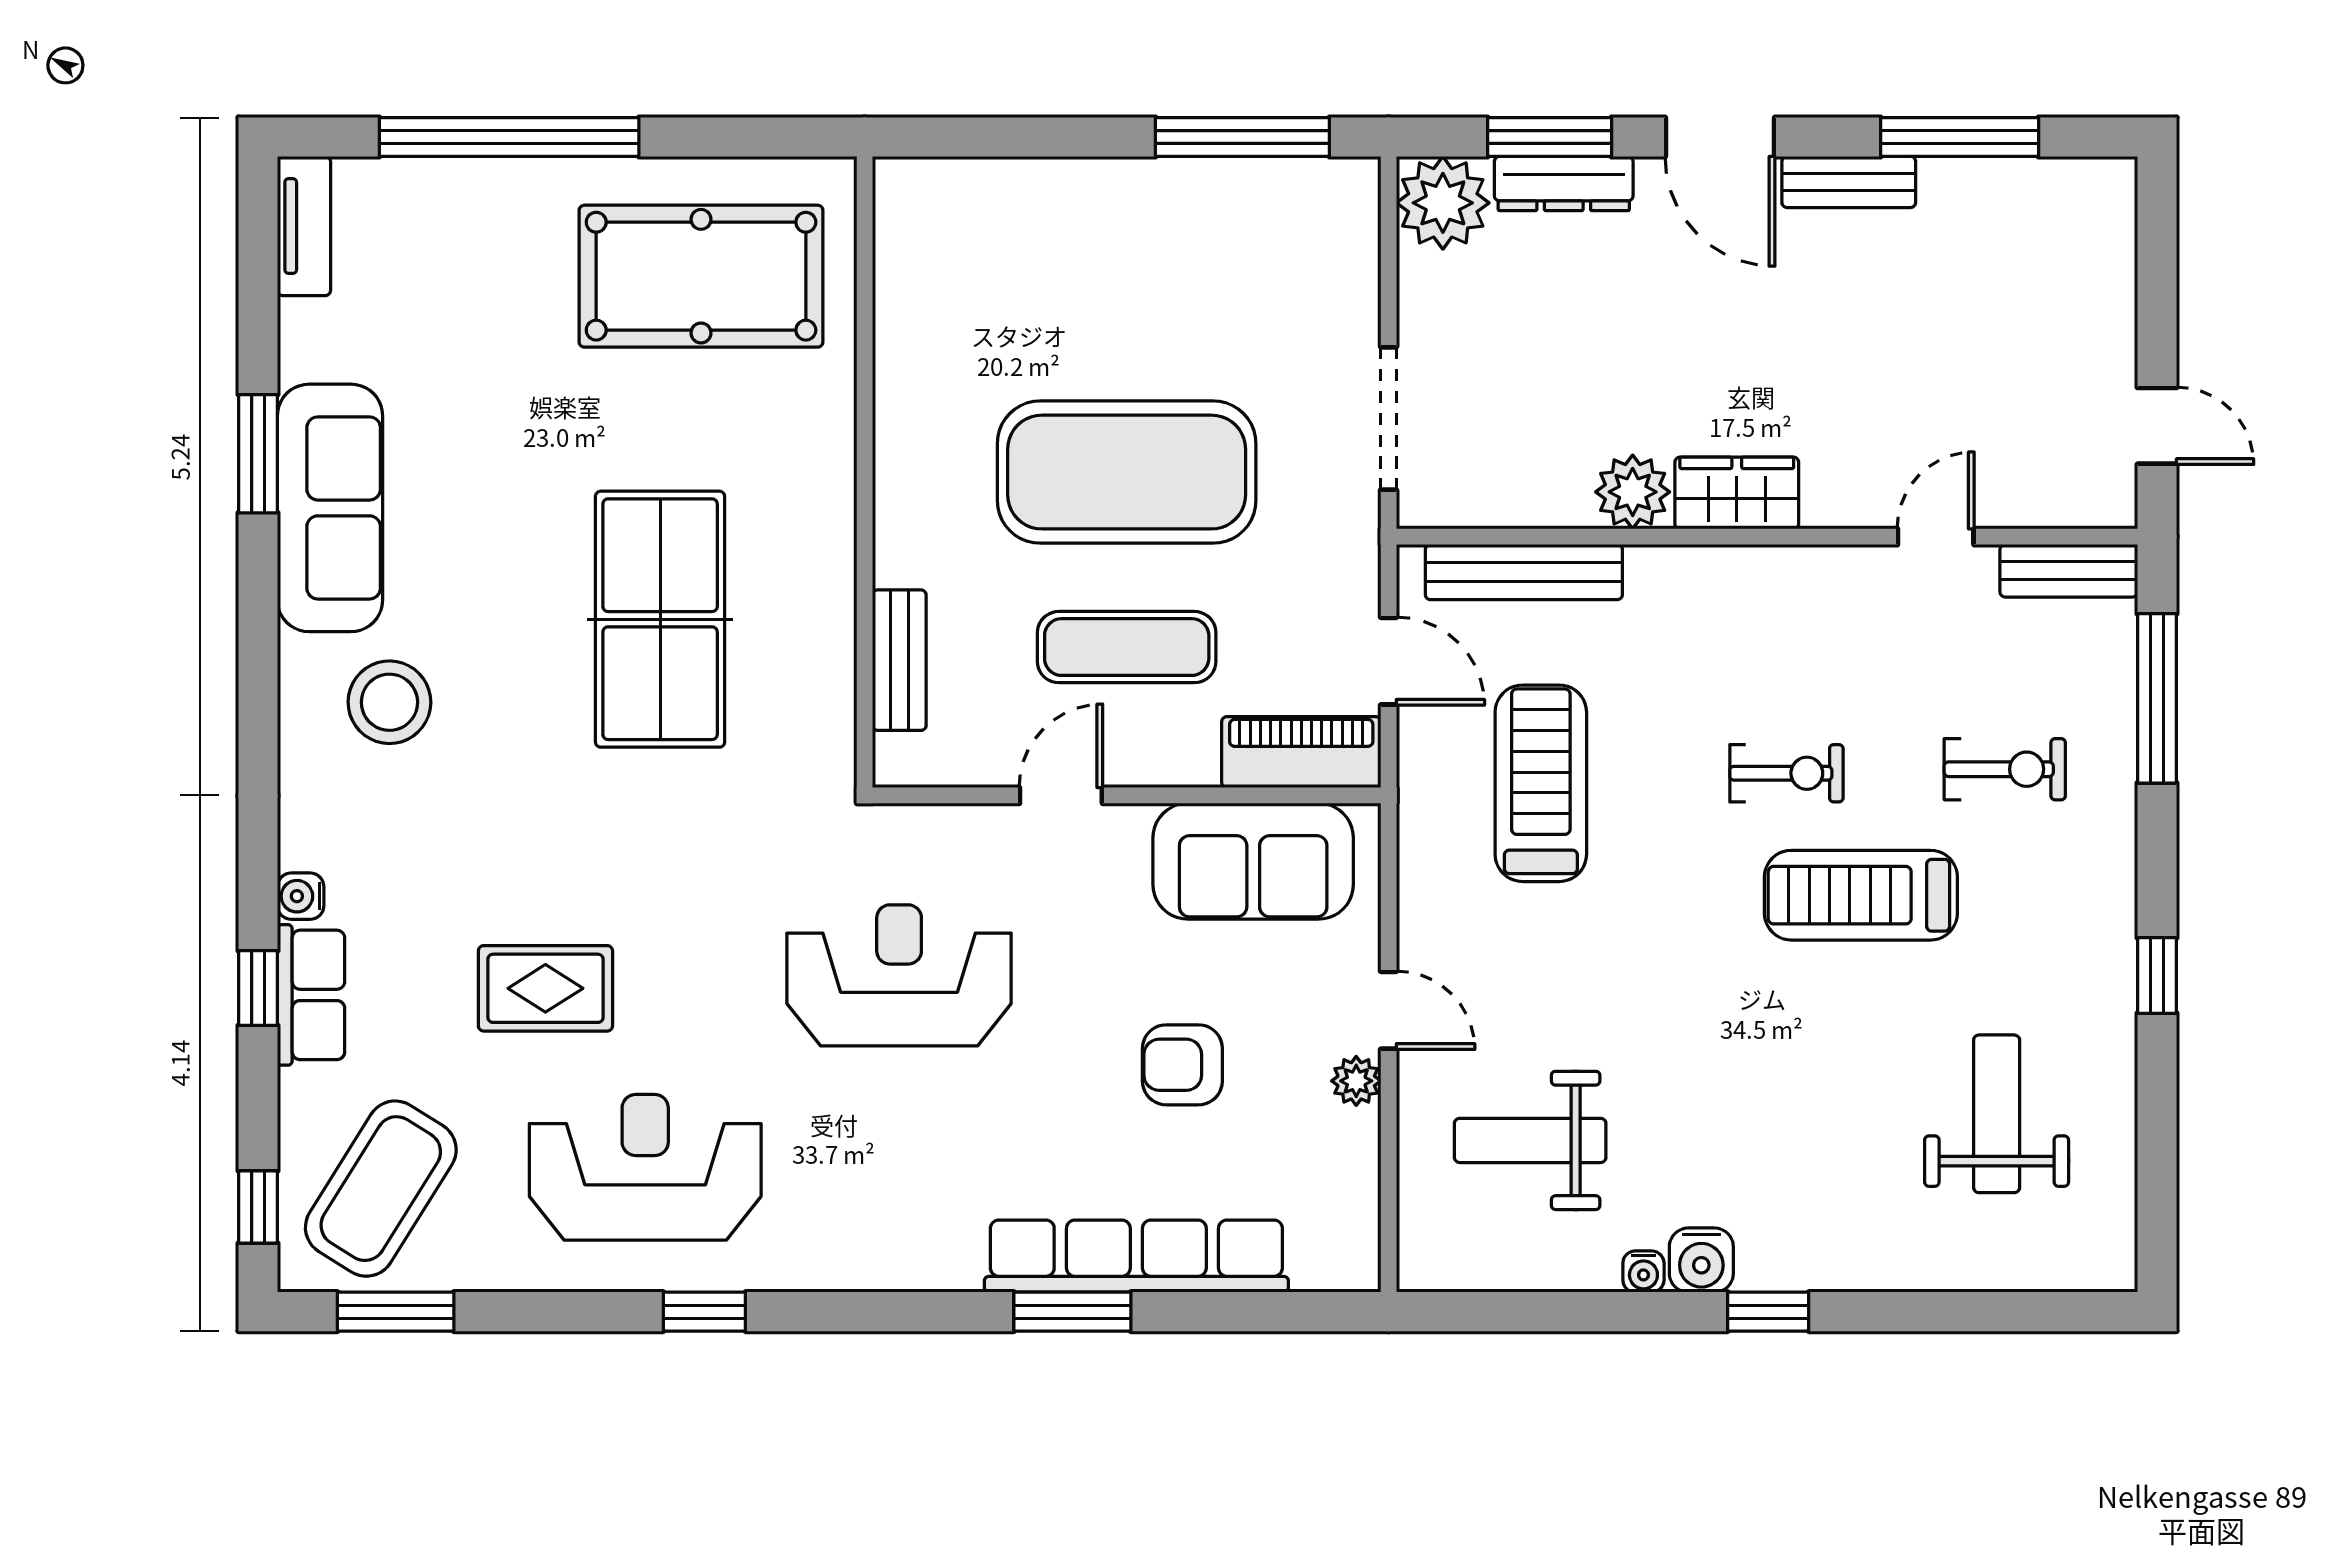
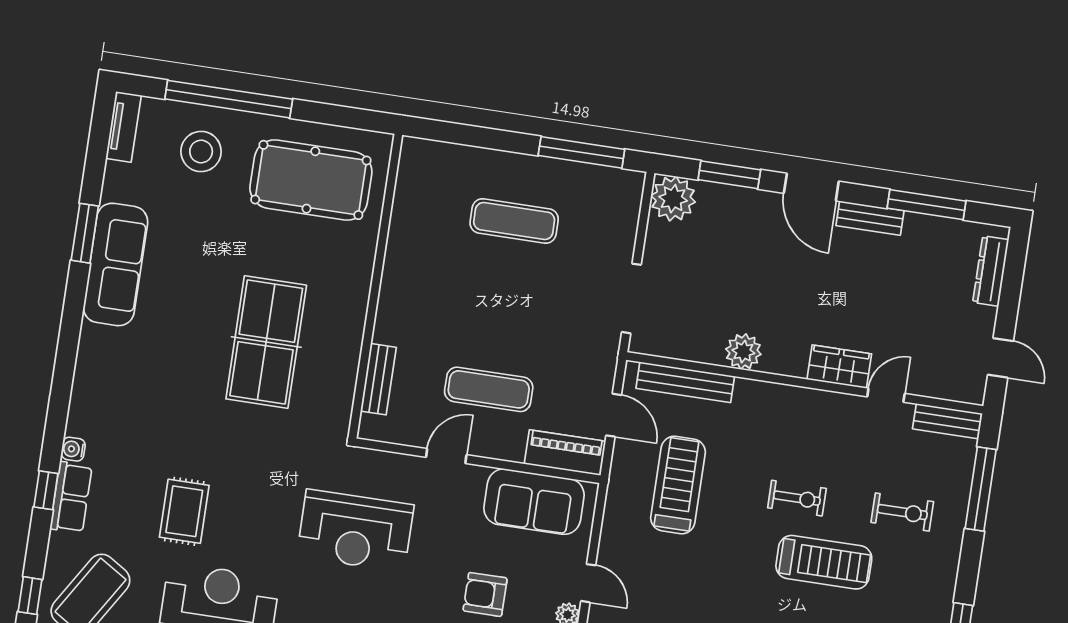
dresser: (1564, 184) -> (991, 271), moved, turned 90
exercise mat: (1127, 472) -> (514, 221), moved, width x0.50, depth x0.69
wardrobe: (1737, 493) -> (839, 367), moved
stool: (389, 702) -> (201, 152), moved
treadmill: (1861, 895) -> (824, 562), turned 180
reception desk: (899, 975) -> (355, 531), turned 180
rug: (545, 988) -> (184, 511), turned 90

